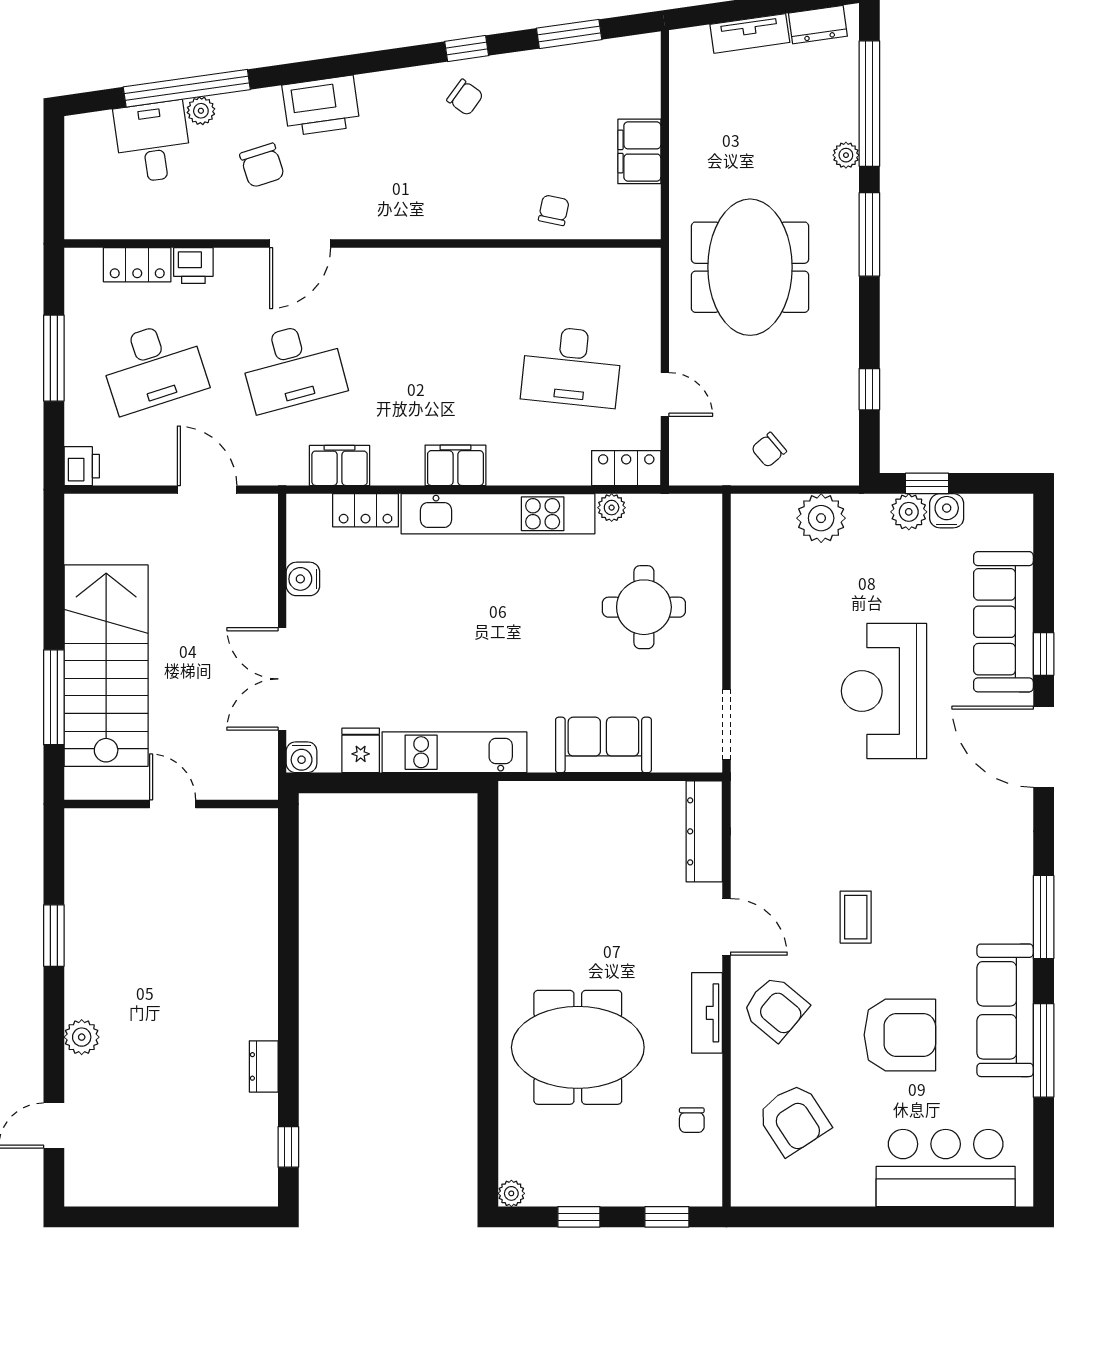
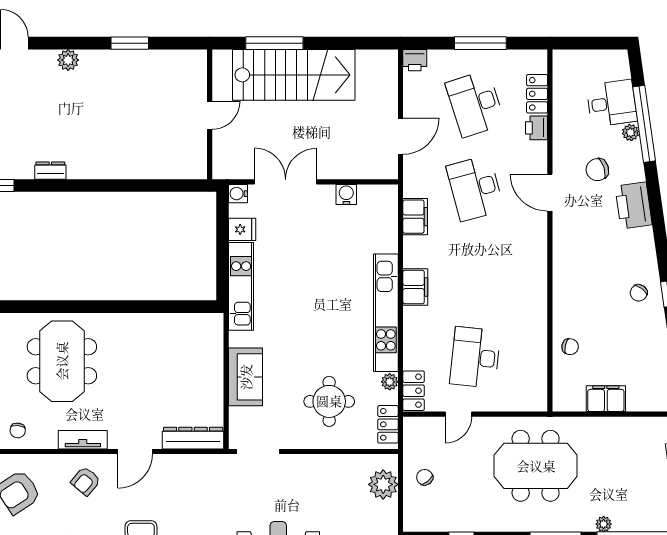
locker: (366, 510) -> (388, 424), moved
plant: (821, 518) -> (383, 484), moved
armchair: (775, 1008) -> (86, 481), width x0.72, depth x0.72
chair: (692, 1120) -> (18, 430), turned -84

